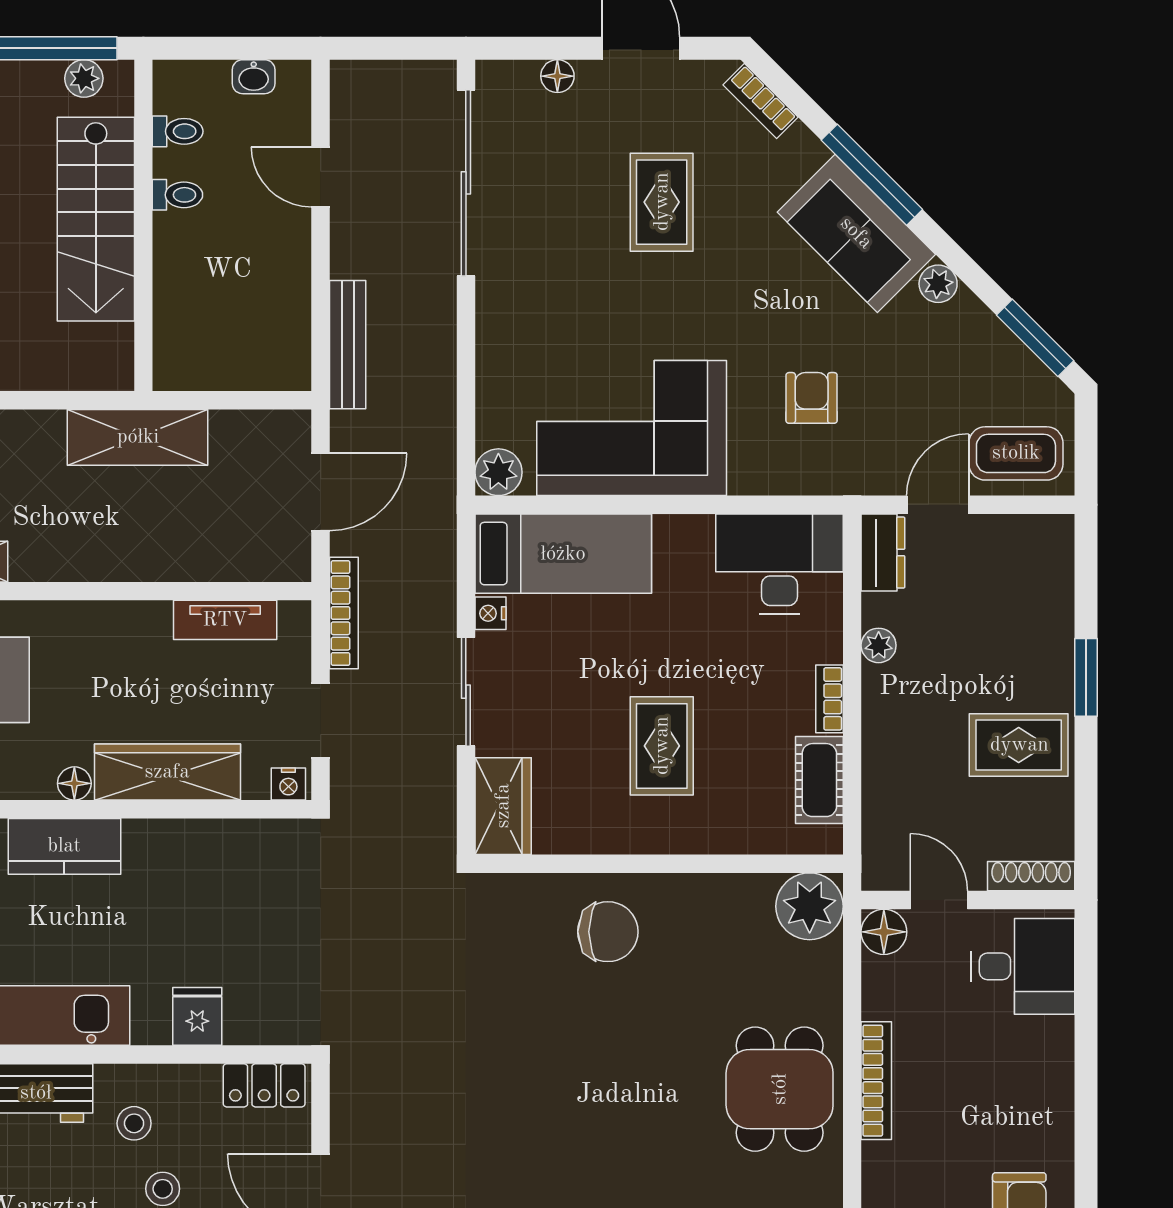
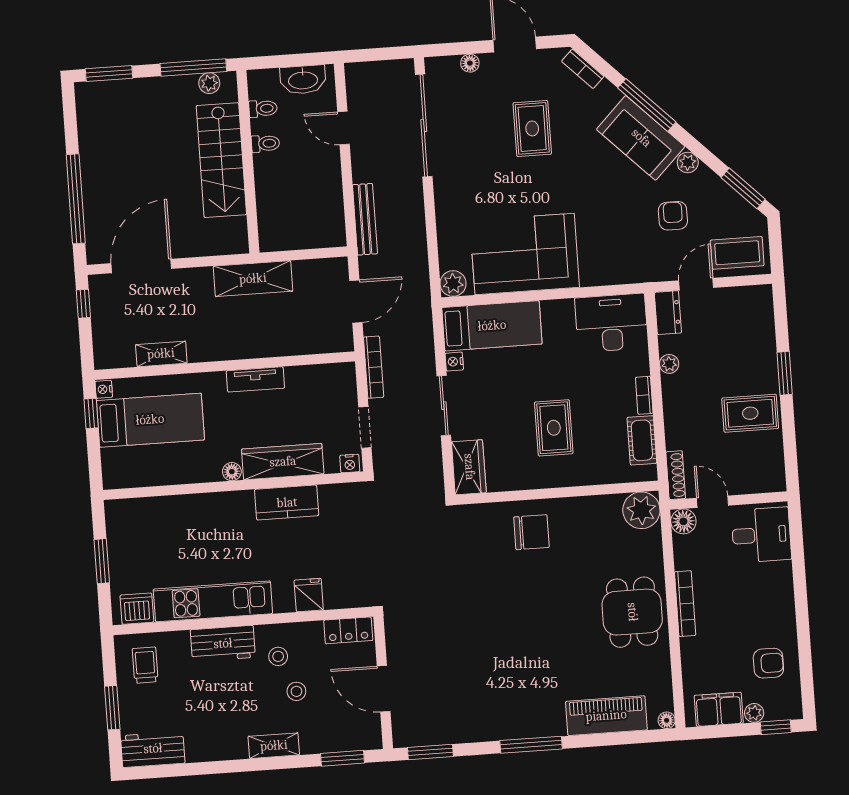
washbasin: (254, 77) -> (303, 80), width x1.91, depth x1.45
armchair: (812, 398) -> (673, 216), moved
tv unit: (225, 620) -> (255, 379), moved
kitchen counter: (64, 846) -> (287, 503), moved
shoe rack: (1031, 876) -> (676, 475), moved, turned 90

